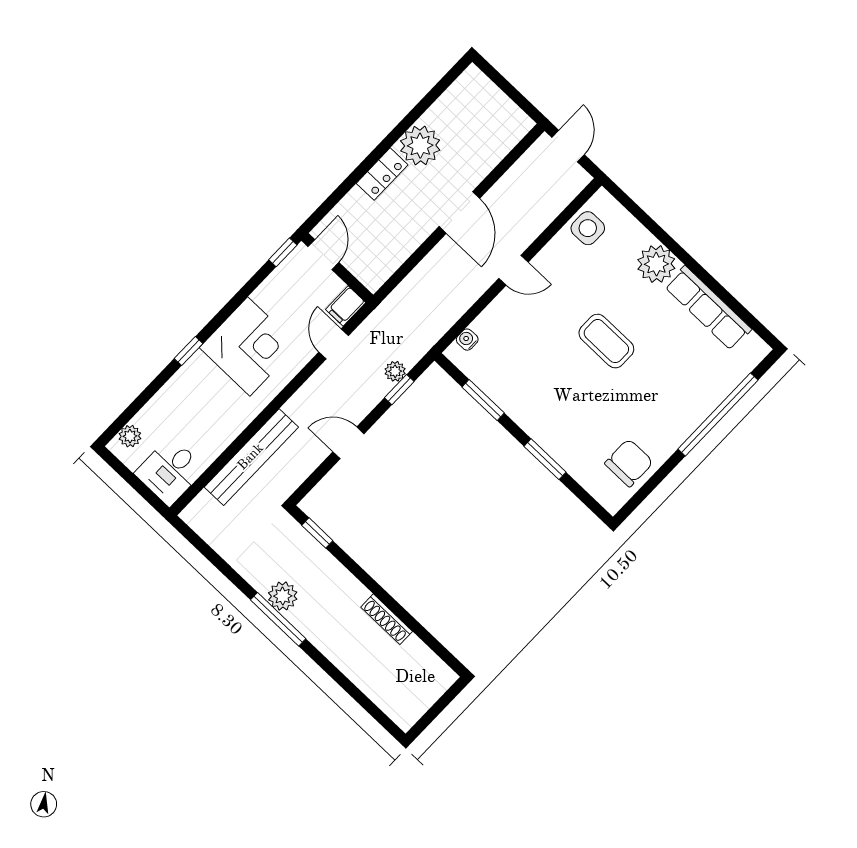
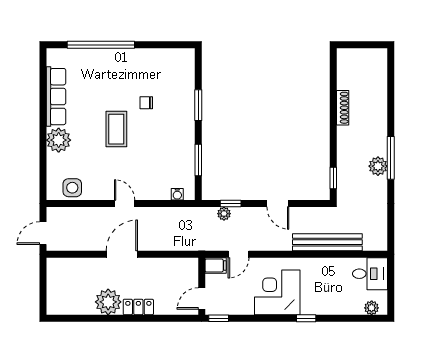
chair: (629, 463) -> (146, 103), moved, width x0.54, depth x0.54

